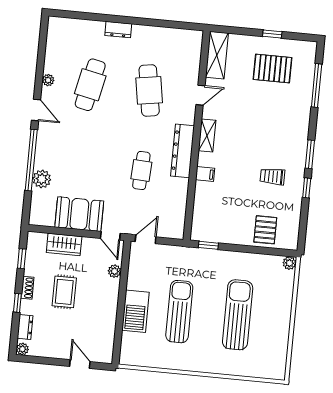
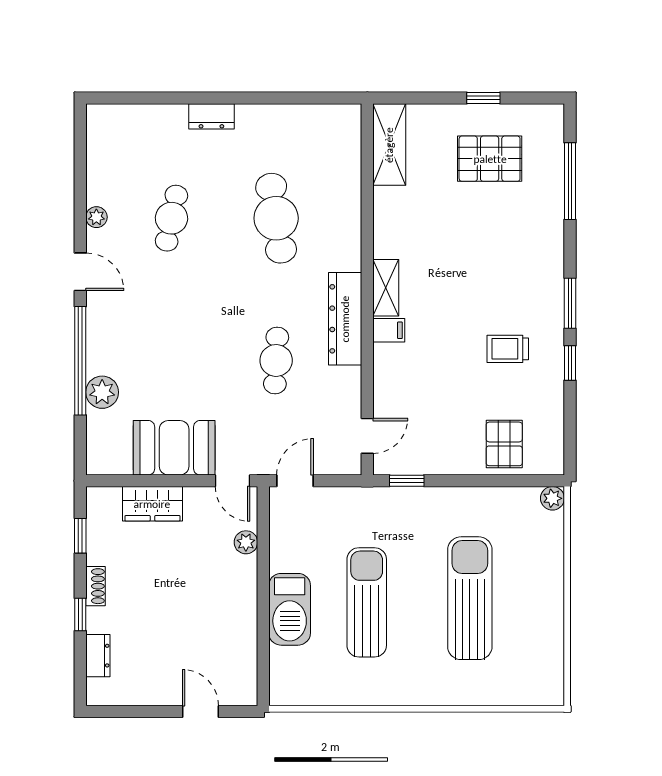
cafe table: (90, 85) -> (171, 218), width x0.73, depth x0.74
door: (200, 95) -> (367, 436), moved
filing cabinet: (205, 174) -> (389, 330), moved
rug: (64, 292) -> (161, 587), removed
plant: (22, 349) -> (97, 695), removed

